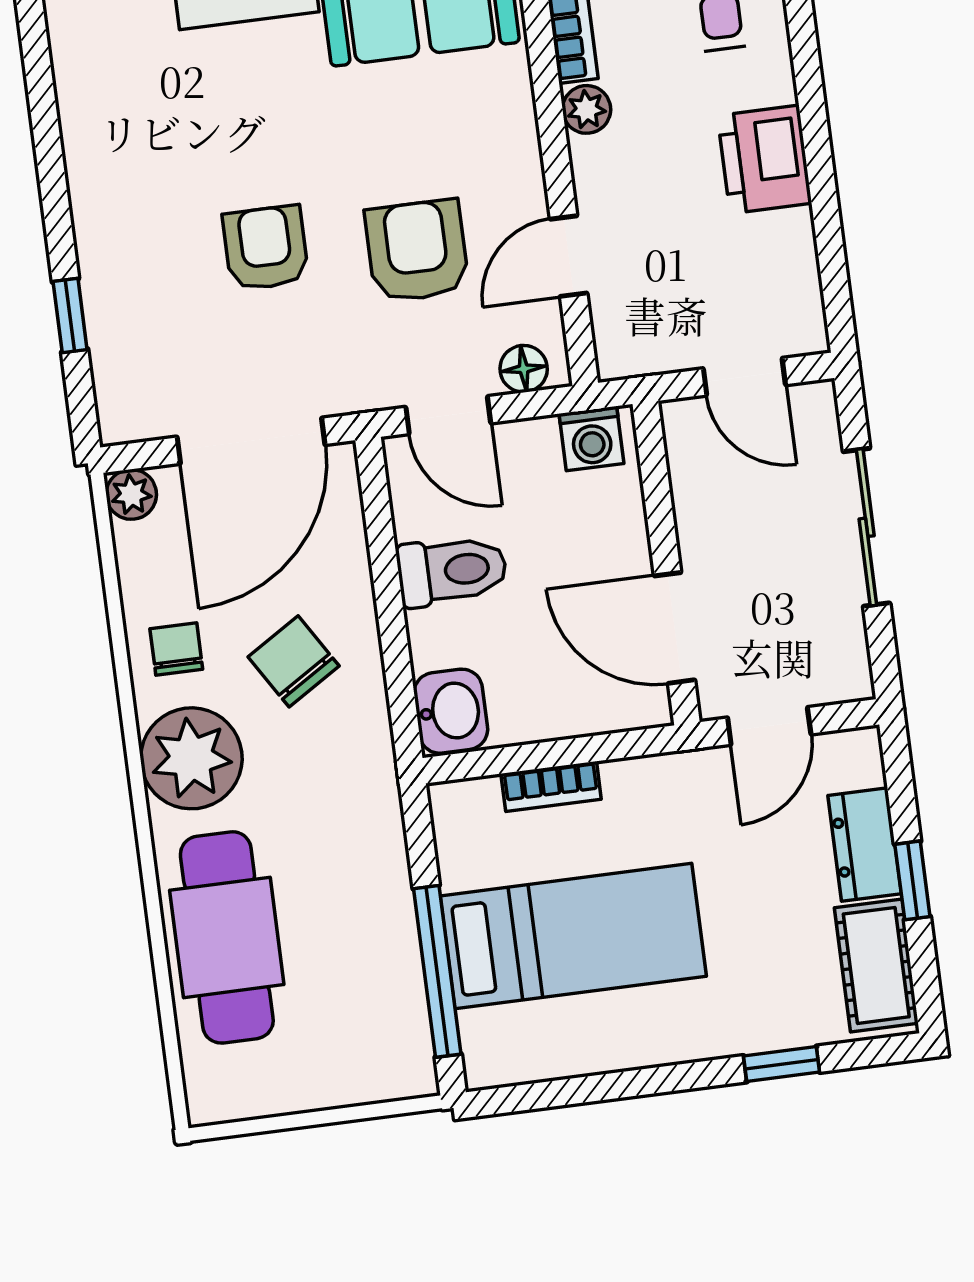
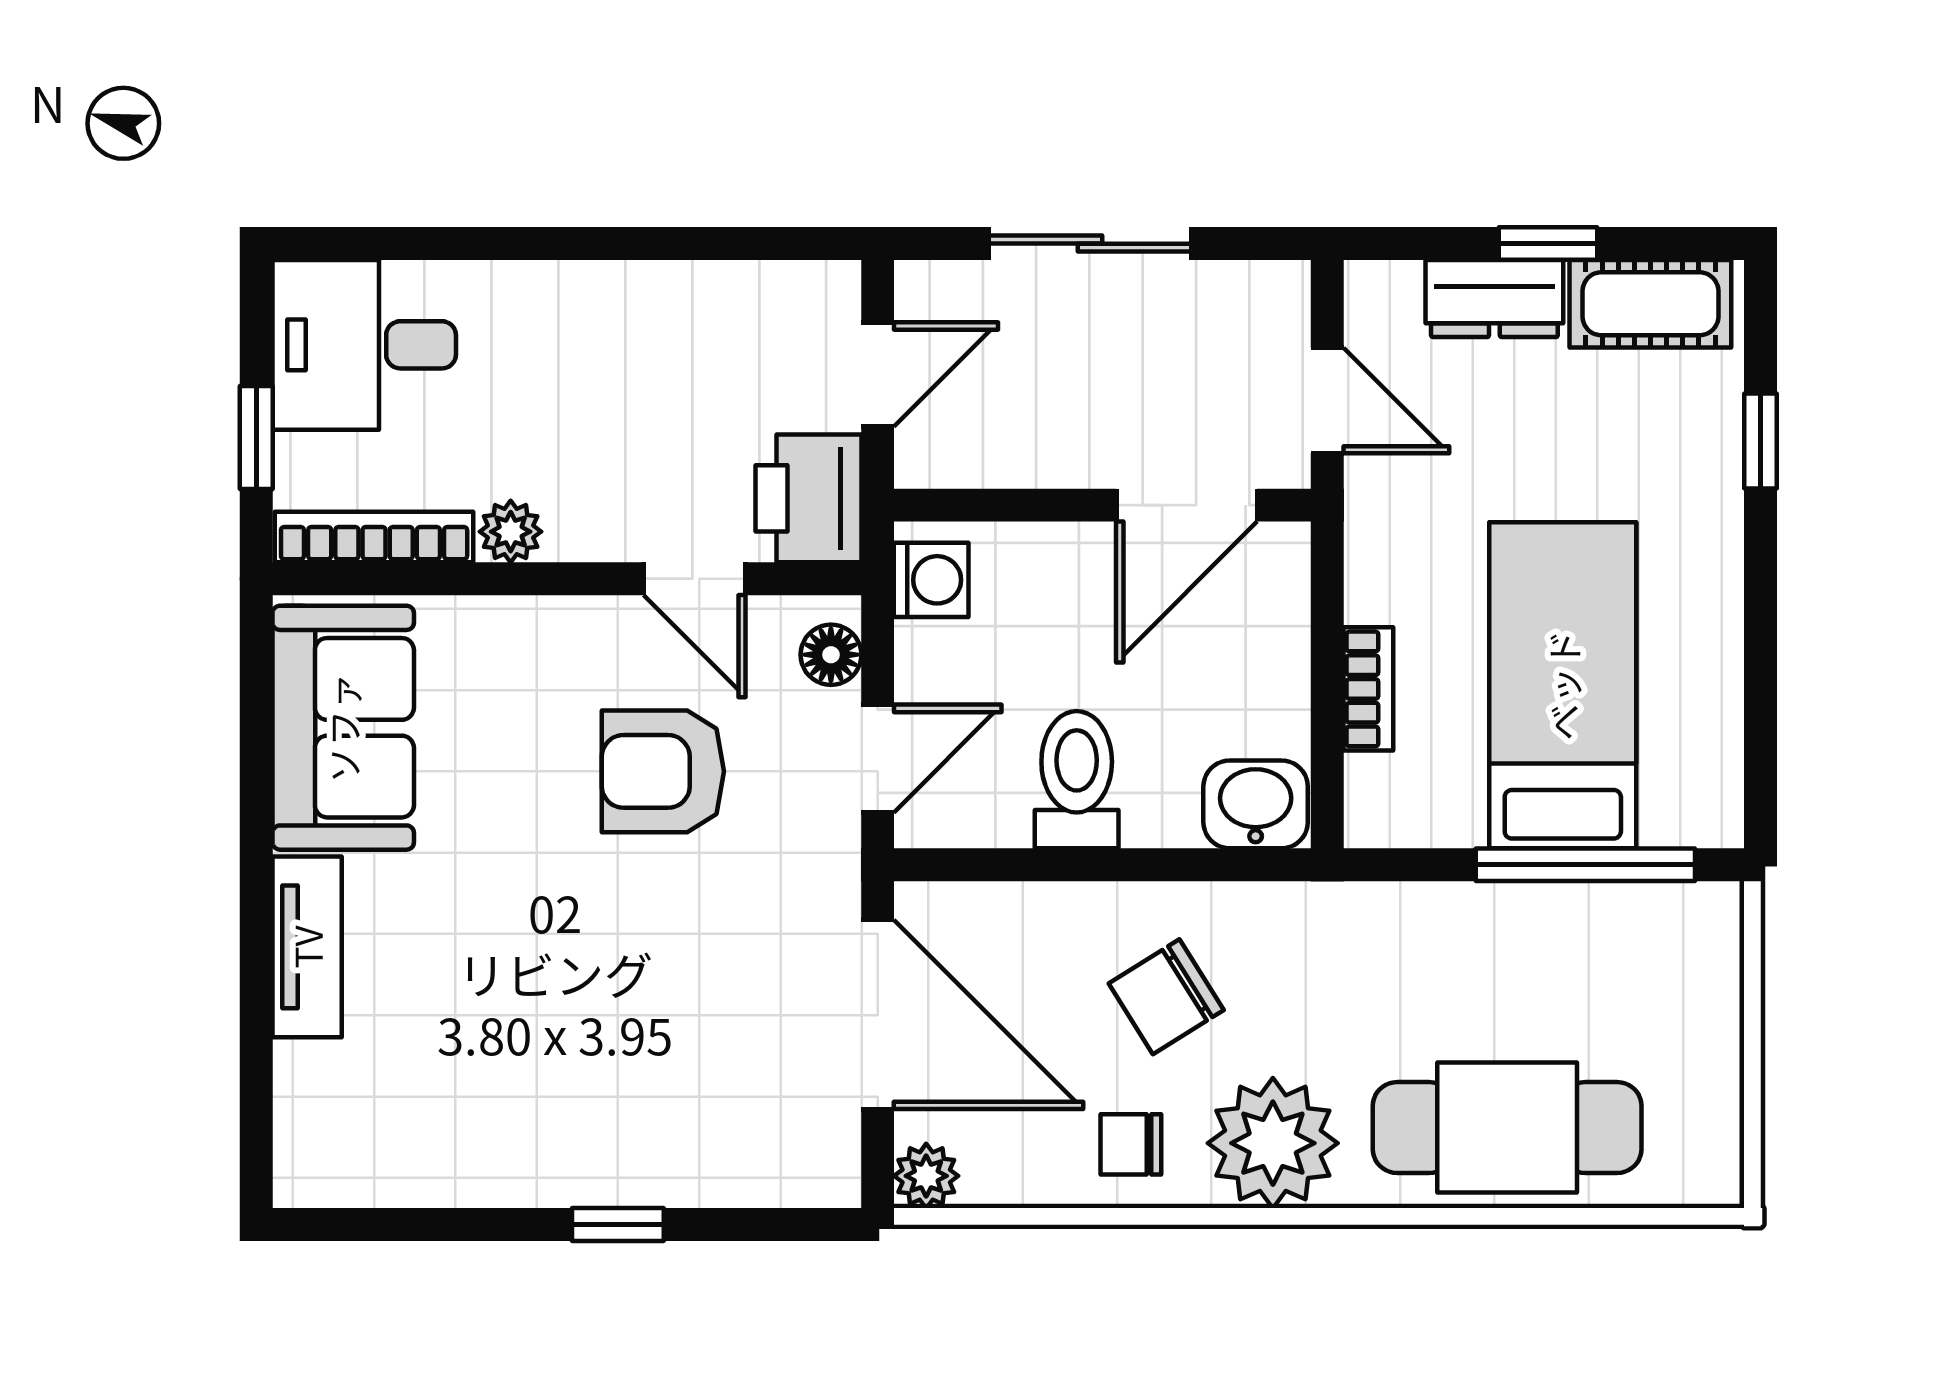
printer: (765, 159) -> (808, 498), moved, turned 90
armchair: (266, 248) -> (634, 964), removed
window: (70, 316) -> (618, 1225), moved

